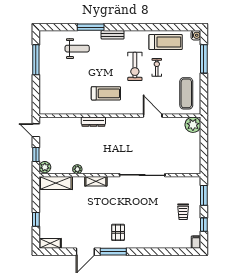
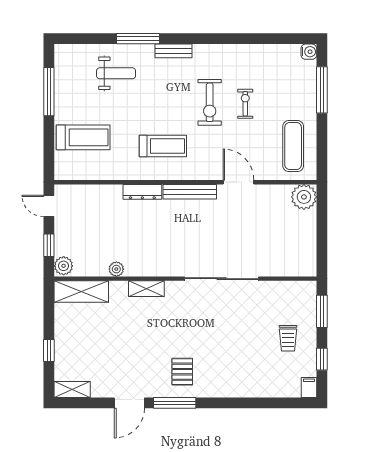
treadmill: (166, 42) -> (83, 137), moved
bench: (123, 122) -> (190, 192), added

